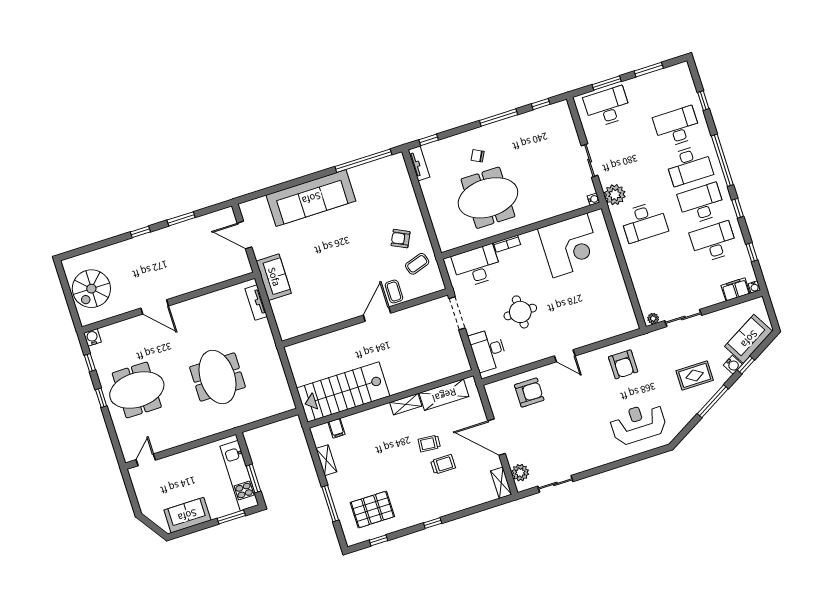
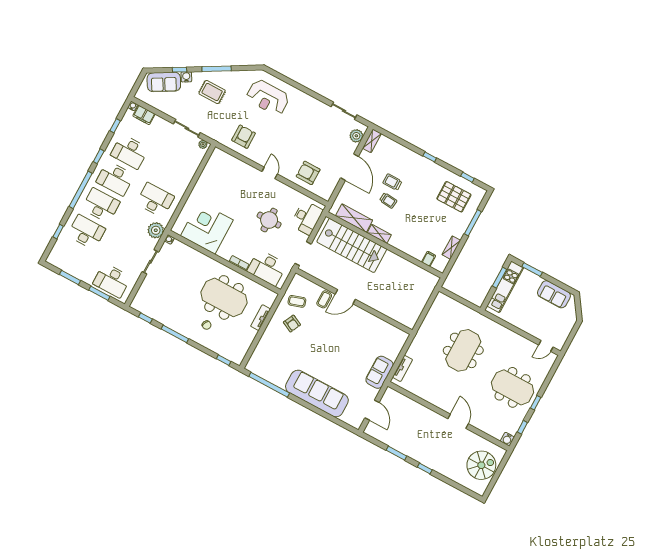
desk: (677, 127) -> (86, 232), turned 180
tv unit: (419, 163) -> (261, 318), moved
stairs: (343, 392) -> (352, 245), moved

